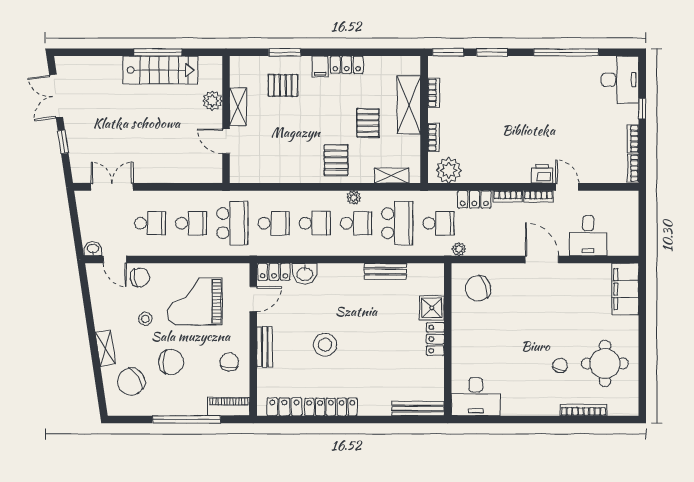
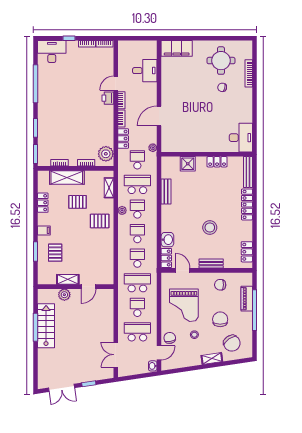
locker: (347, 65) -> (43, 203), moved
school desk: (150, 223) -> (137, 332), width x1.85
door: (542, 260) -> (159, 116), moved
chair: (478, 288) -> (176, 136), removed
locker: (435, 339) -> (217, 162), moved
piano: (229, 407) -> (247, 299), moved
locker: (331, 407) -> (247, 204), moved

